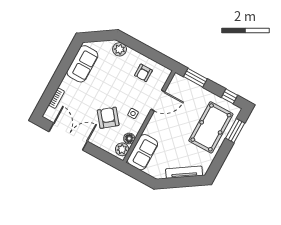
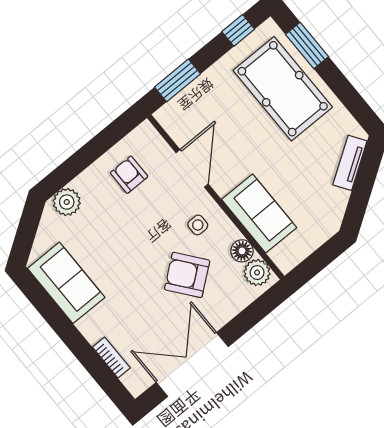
armchair: (143, 73) -> (129, 175), turned 180
sofa: (143, 152) -> (259, 213), moved
tv unit: (184, 172) -> (350, 163), width x0.71

